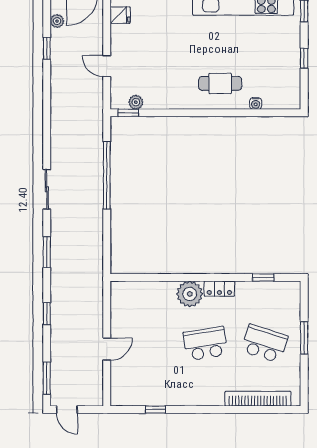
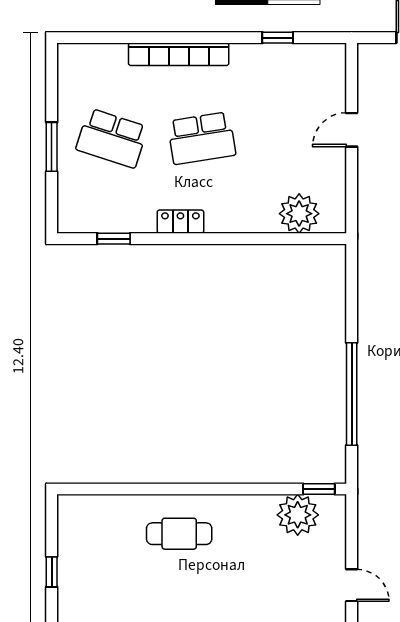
door: (107, 66) -> (352, 585), moved
plant: (136, 102) -> (298, 515), width x1.88, depth x1.88
water cooler: (256, 103) -> (125, 503), removed
plant: (190, 294) -> (299, 214), moved
bookcase: (258, 399) -> (179, 54), moved

